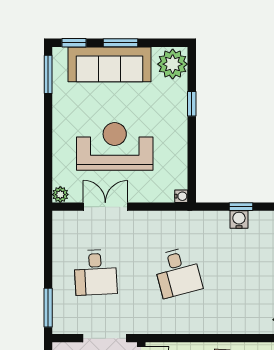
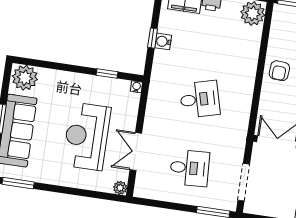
window: (192, 104) -> (107, 73), moved
doorway: (105, 338) -> (244, 182), moved

